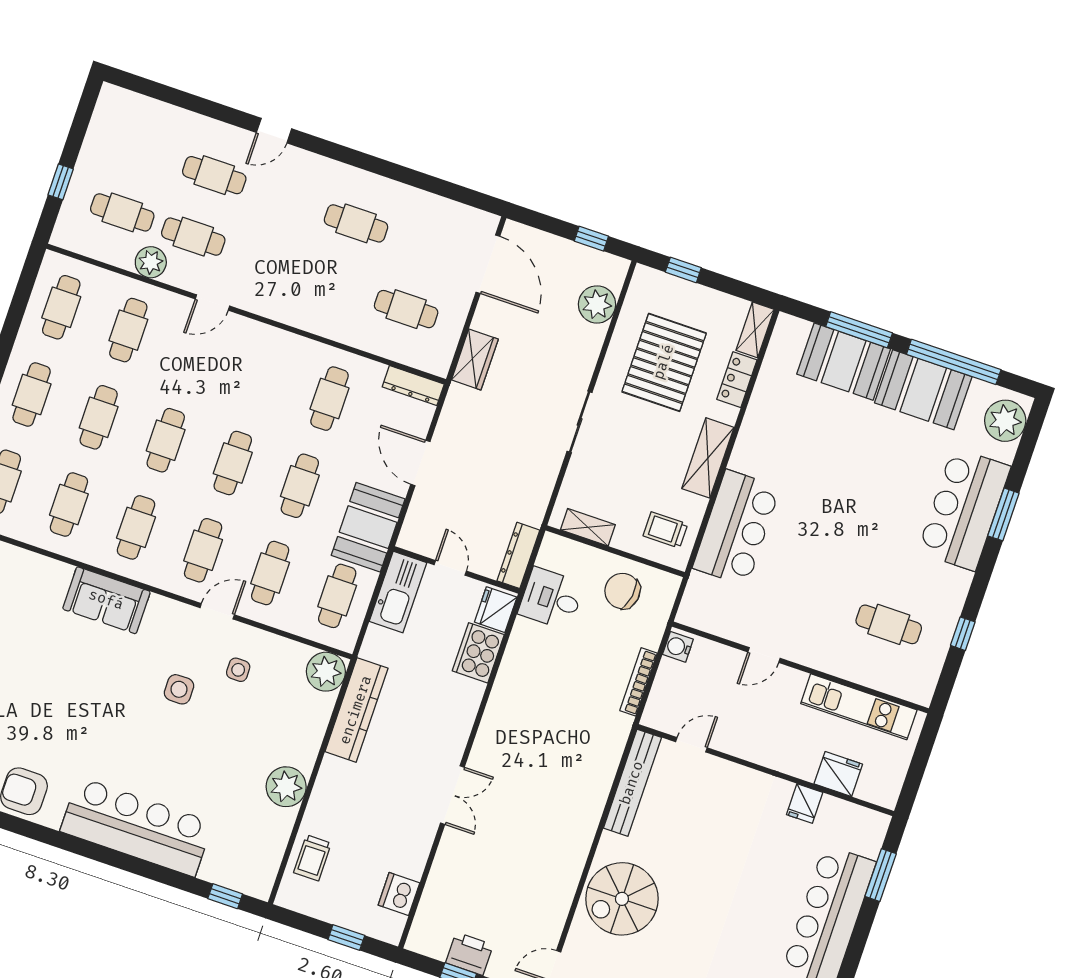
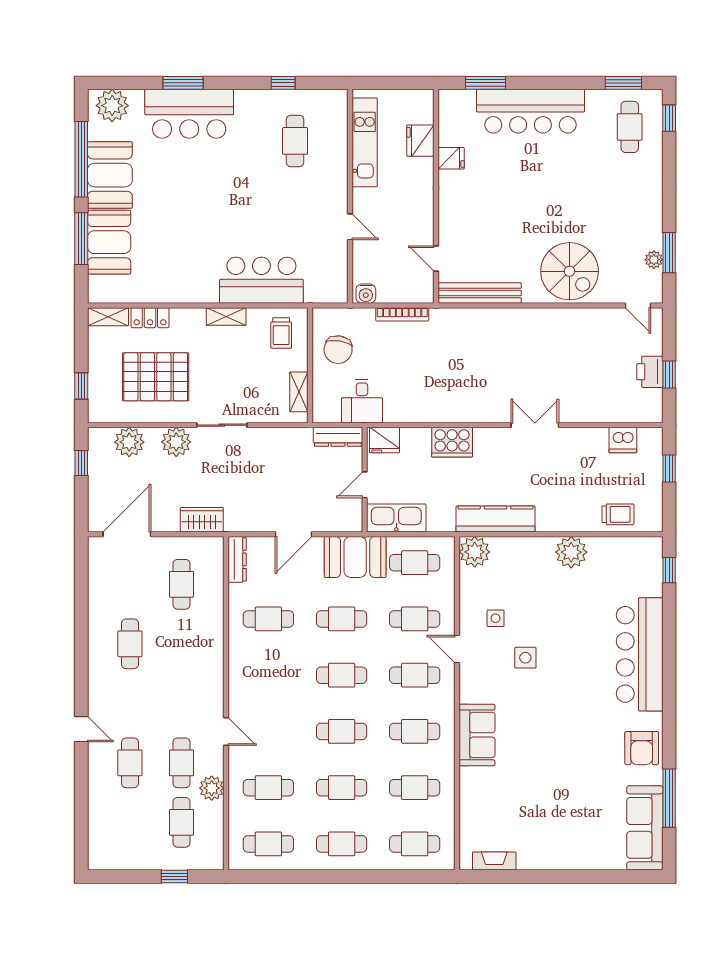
plant: (578, 360) -> (176, 442), added
shelving: (708, 458) -> (226, 316), width x0.67, depth x0.75
cooker: (478, 653) -> (452, 442), moved

